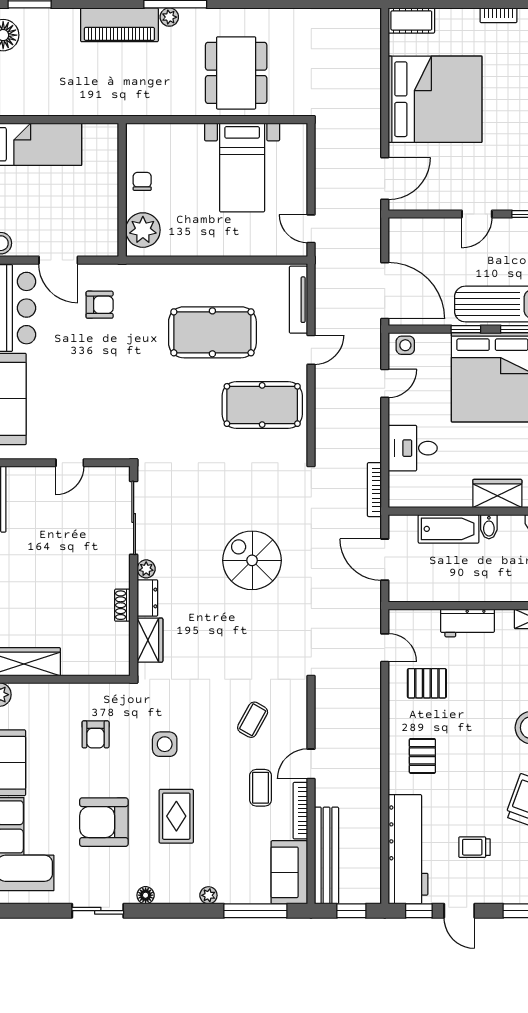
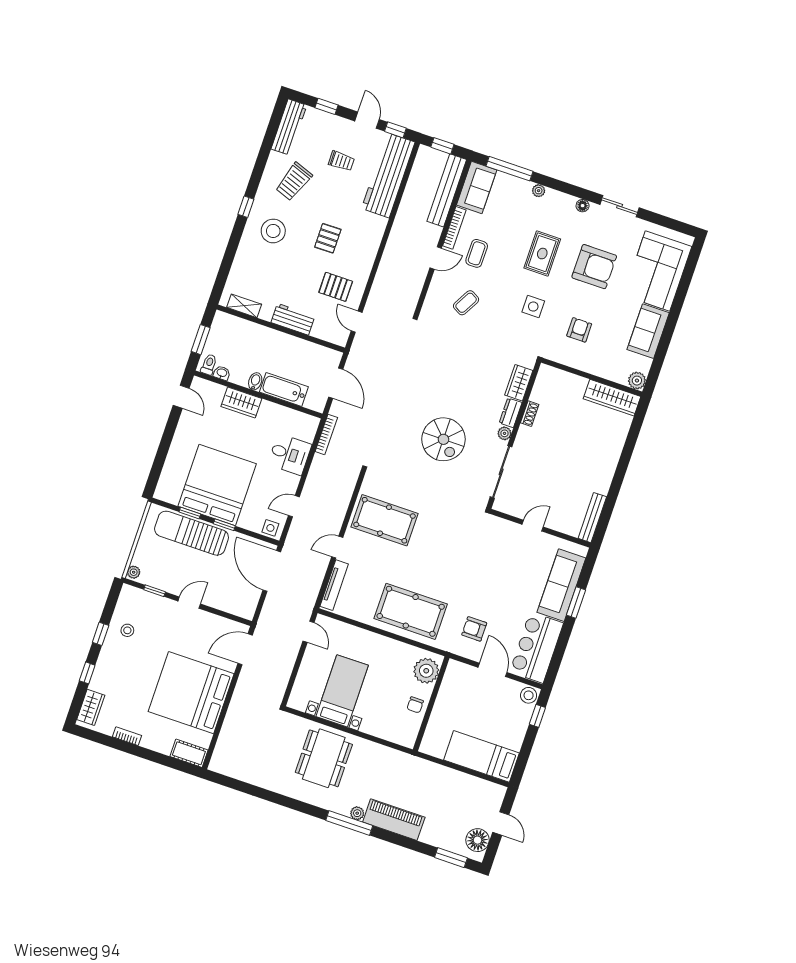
pool table: (212, 332) -> (411, 611), moved
spiral stairs: (252, 560) -> (443, 439), moved
pallet: (422, 756) -> (328, 238), moved

